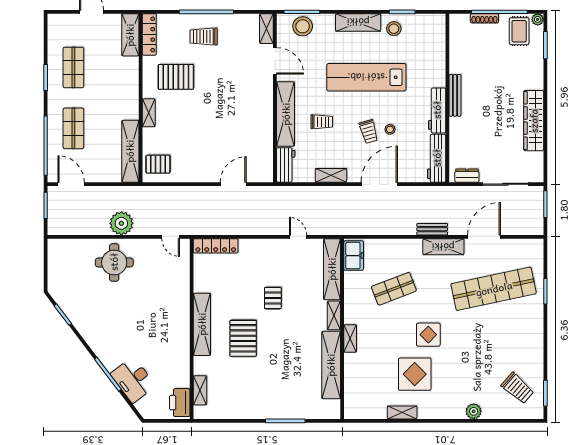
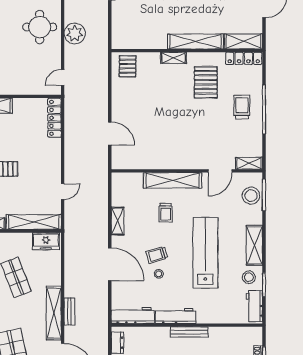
shelving: (130, 151) -> (195, 41), moved
workbench: (286, 165) -> (254, 306), moved, turned 90
shelving: (443, 247) -> (54, 313), width x1.47

